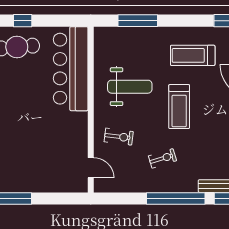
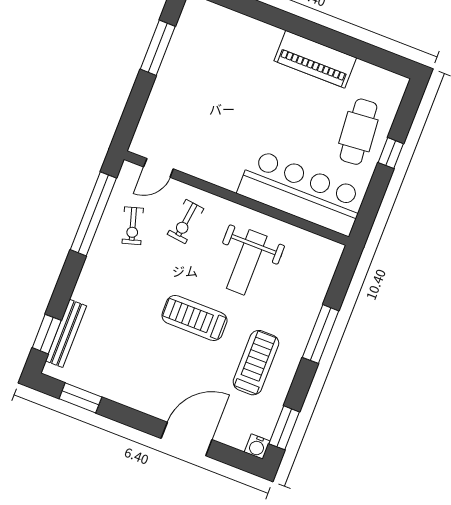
window: (138, 21) -> (321, 334), moved
exercise bike: (162, 158) -> (133, 226), moved
window: (176, 198) -> (93, 214), moved

